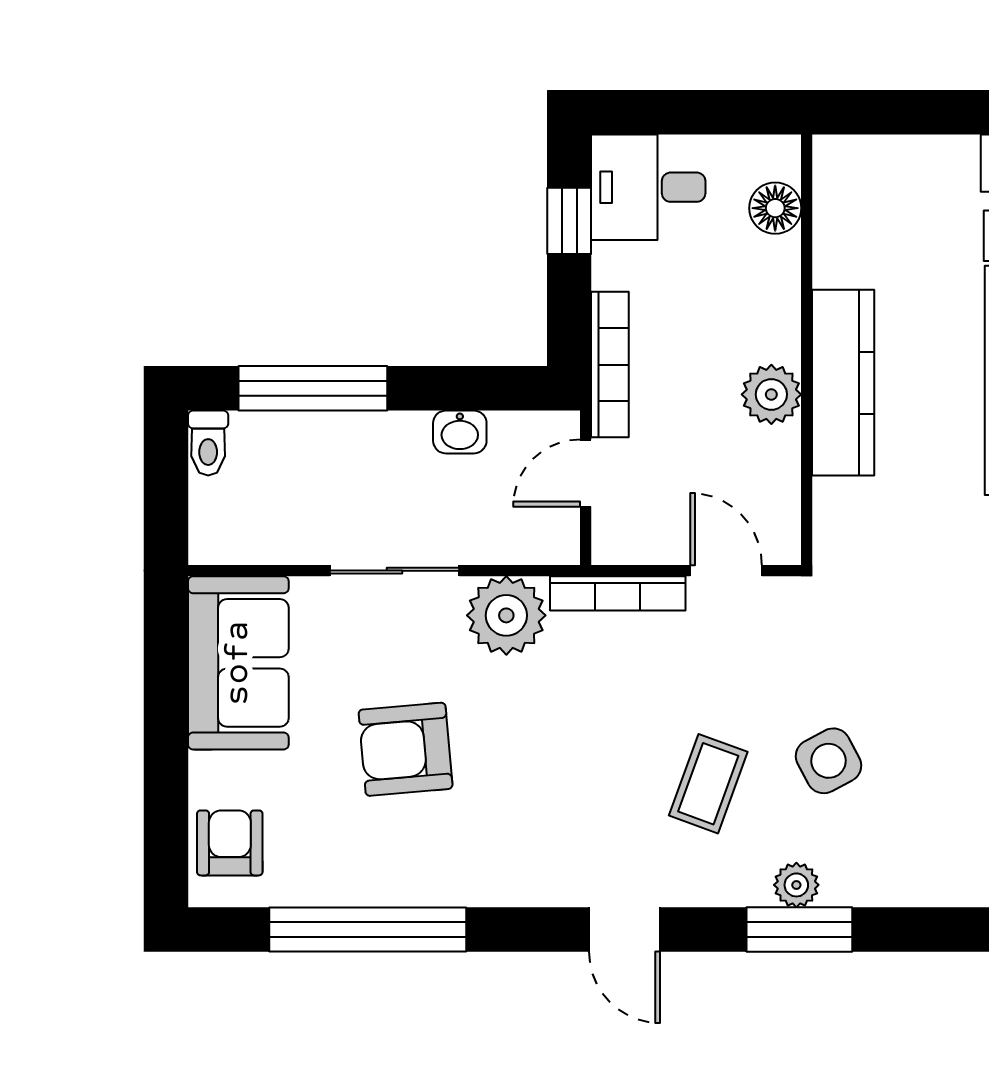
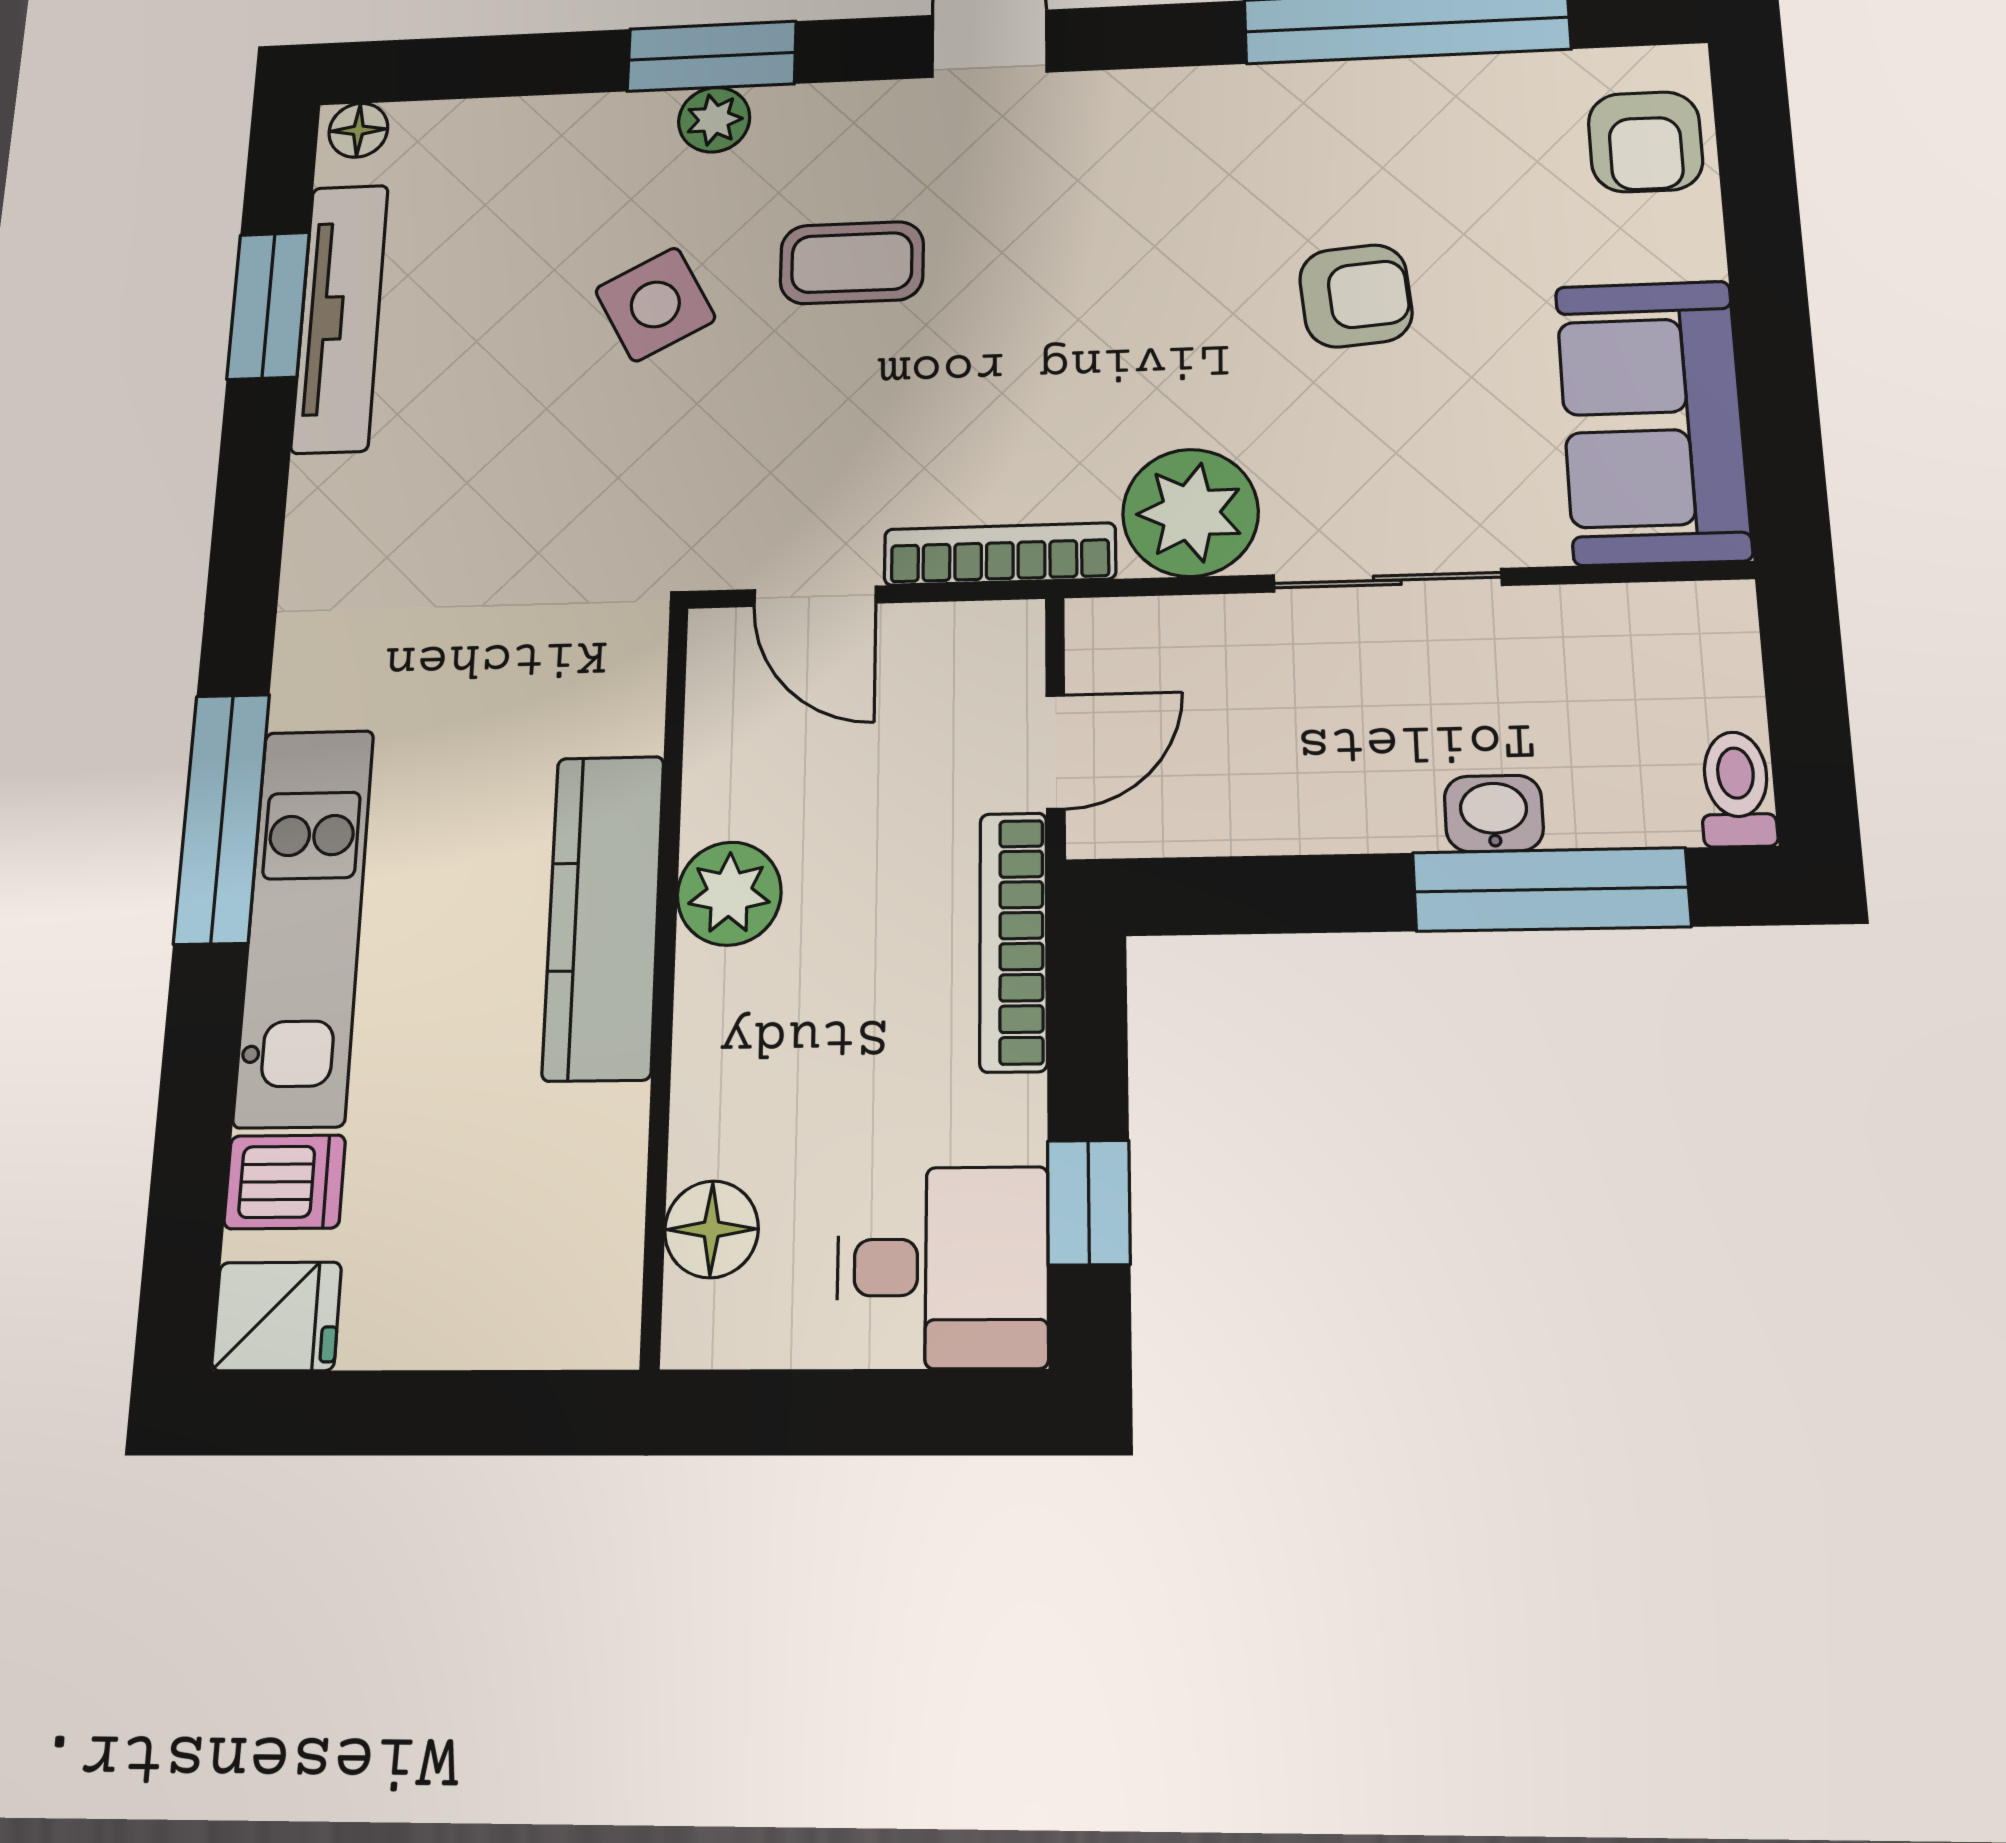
washbasin: (460, 432) -> (1494, 813), moved
armchair: (406, 749) -> (1356, 296), width x0.72, depth x0.72
coffee table: (708, 784) -> (852, 263), turned 70

